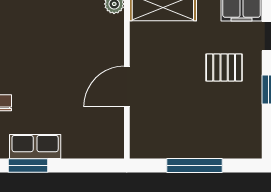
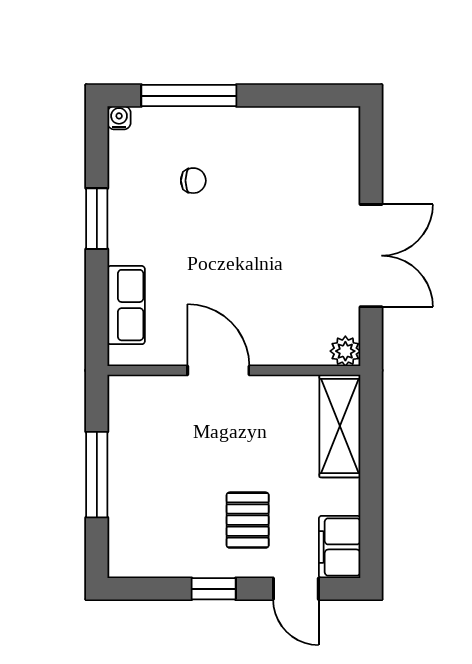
row of seats: (35, 146) -> (126, 305), moved

